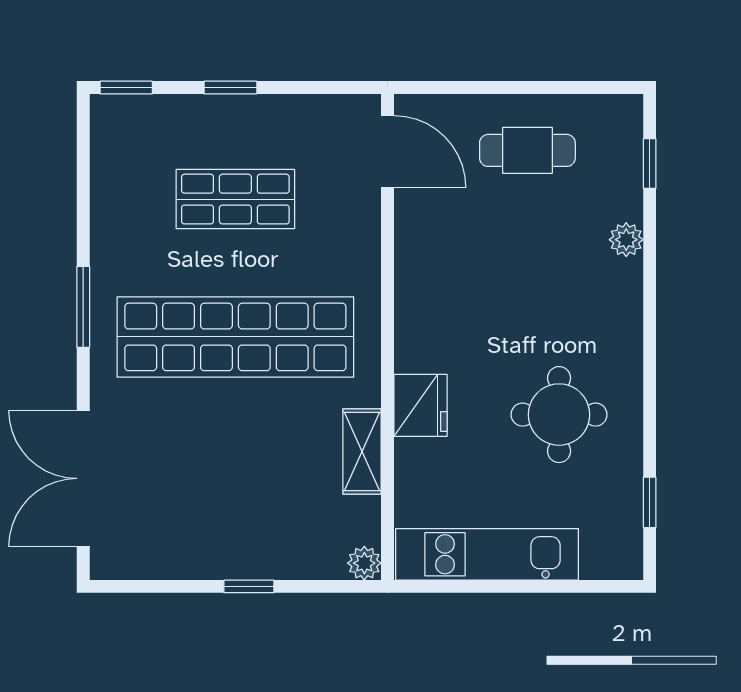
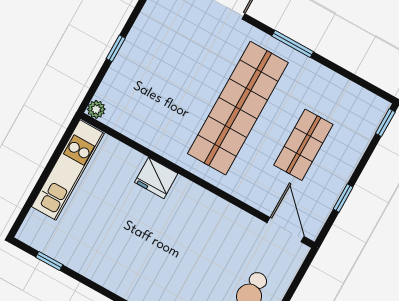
window: (230, 88) -> (343, 198), moved
door: (388, 152) -> (286, 230), swing flipped
round table: (559, 415) -> (115, 241), removed
shelving: (362, 451) -> (150, 138), removed

